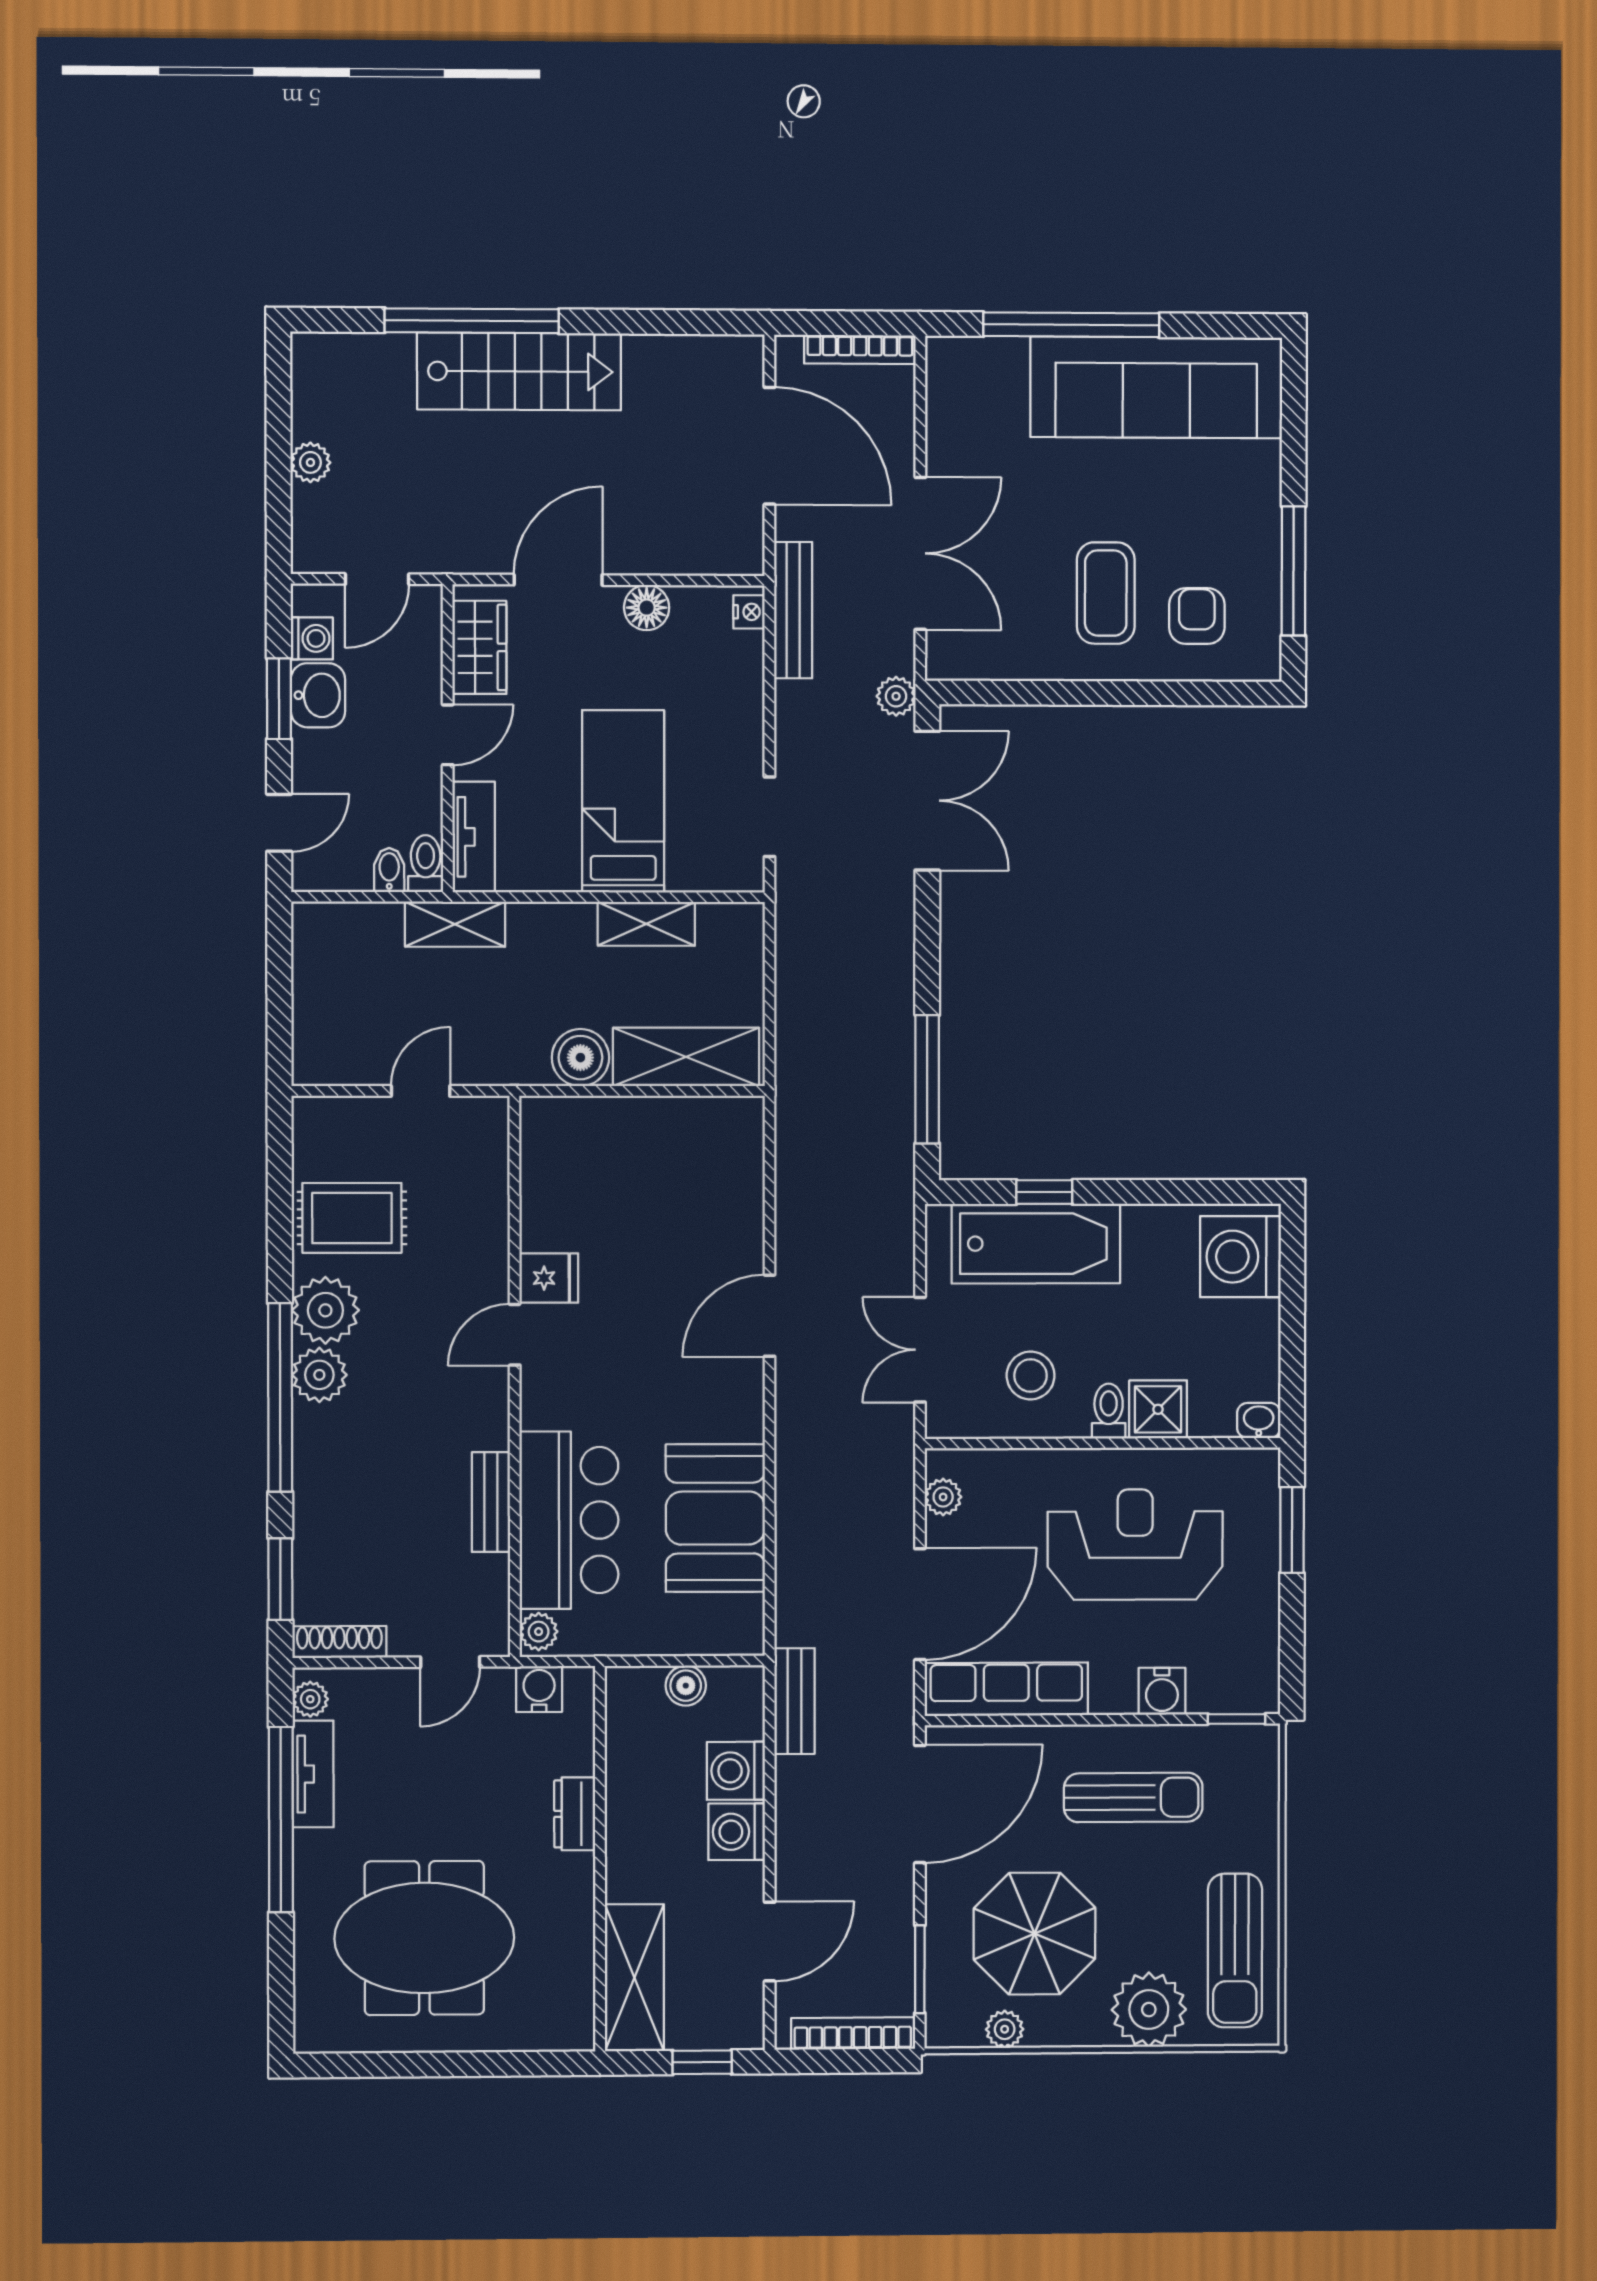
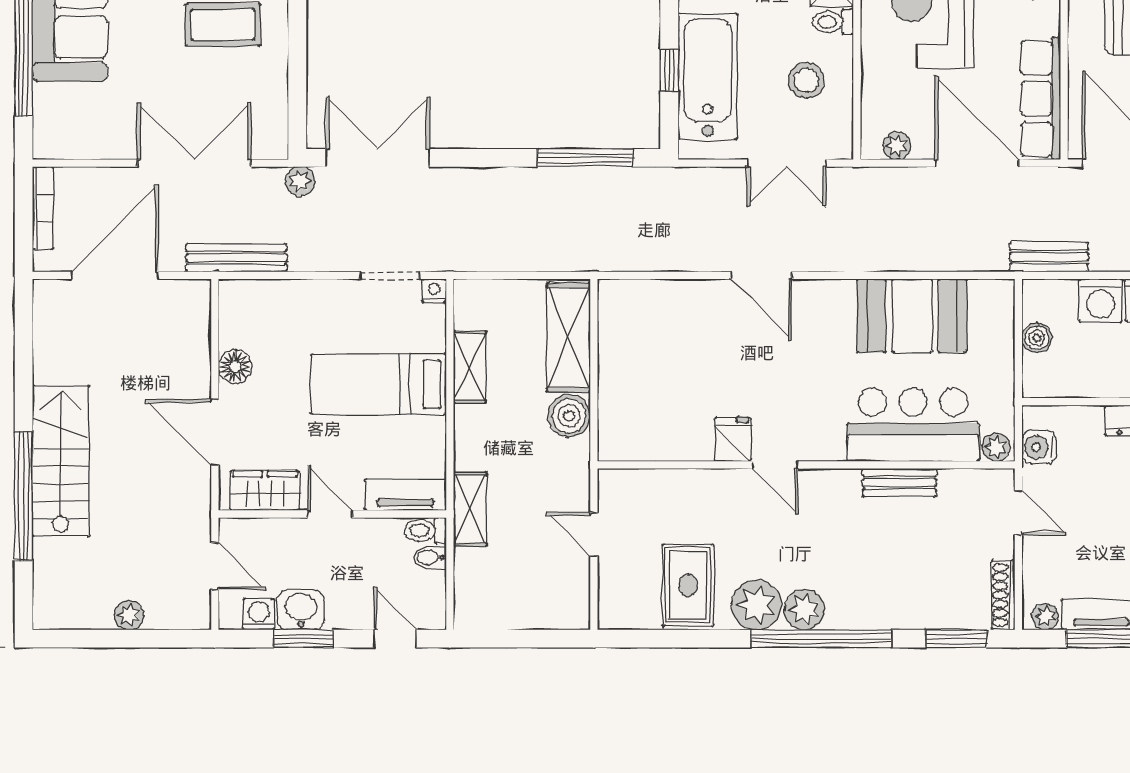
nightstand: (749, 612) -> (434, 291), moved

